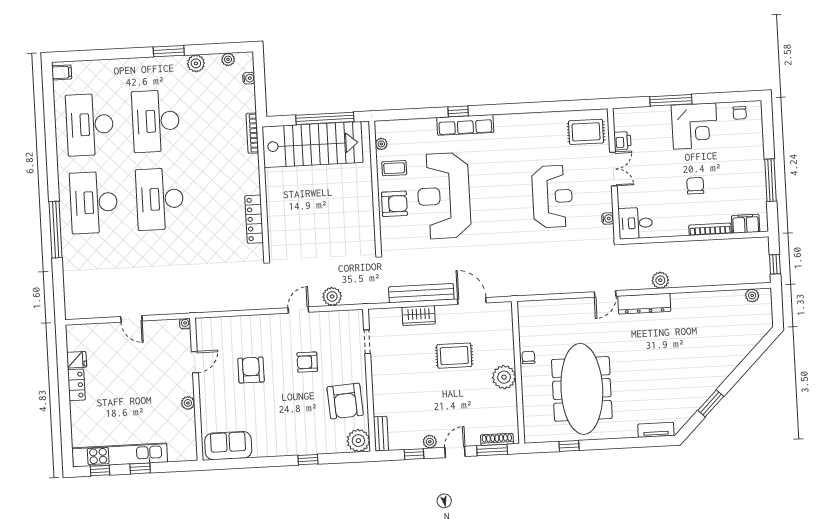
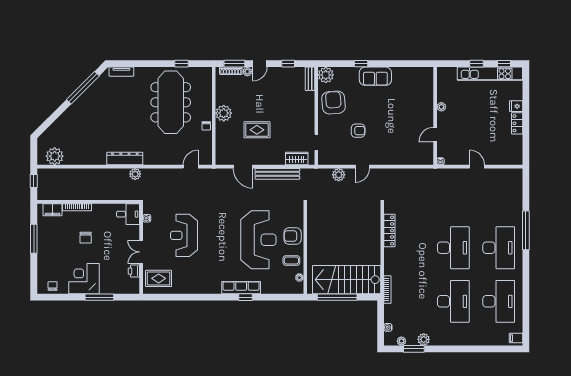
window: (169, 51) -> (414, 349), moved
plant: (660, 280) -> (135, 174), moved
door: (605, 294) -> (191, 167), moved
plant: (752, 295) -> (55, 156), width x1.88, depth x1.88
wardrobe: (419, 316) -> (297, 159), moved
fridge: (77, 360) -> (516, 106), moved
armchair: (251, 370) -> (397, 127), removed
window: (711, 403) -> (83, 88), width x2.11
plant: (430, 442) -> (247, 72), moved
sofa: (228, 446) -> (375, 76), moved

